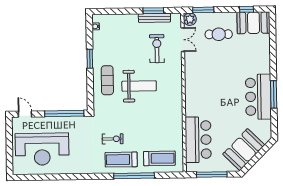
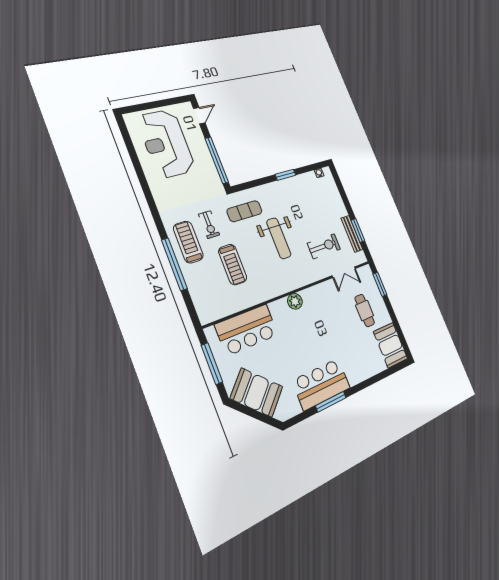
window: (247, 9) -> (399, 332), removed
plant: (190, 19) -> (295, 301), moved
exercise mat: (107, 80) -> (245, 211), moved
treadmill: (159, 158) -> (233, 265), moved

